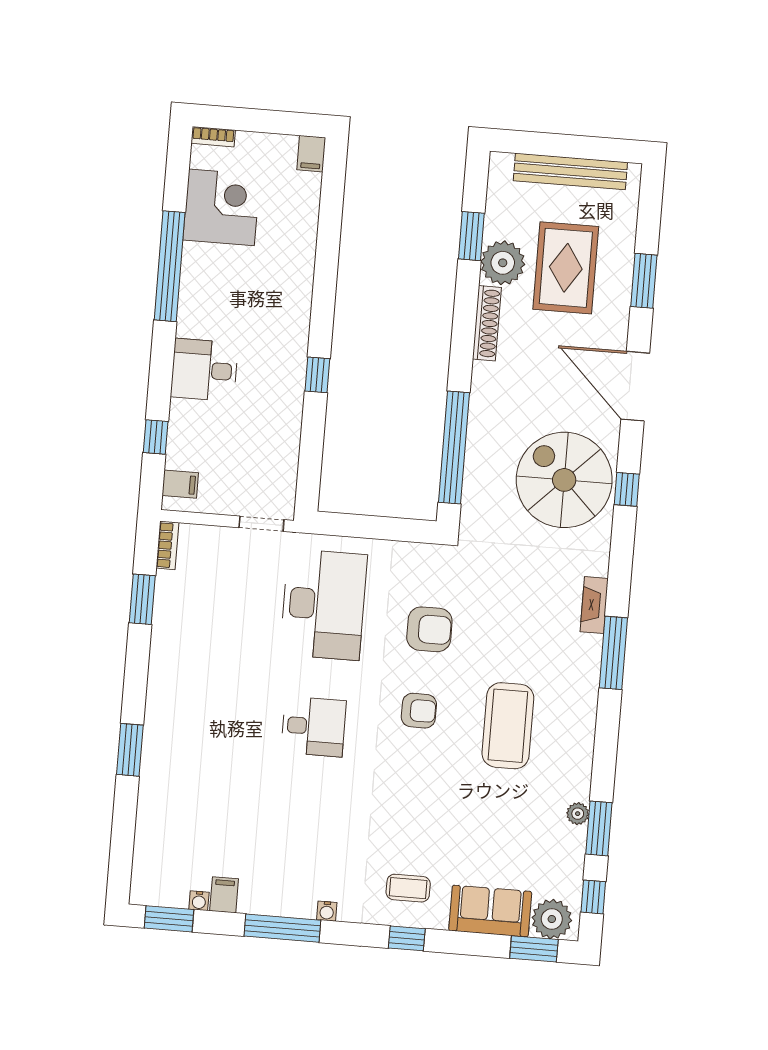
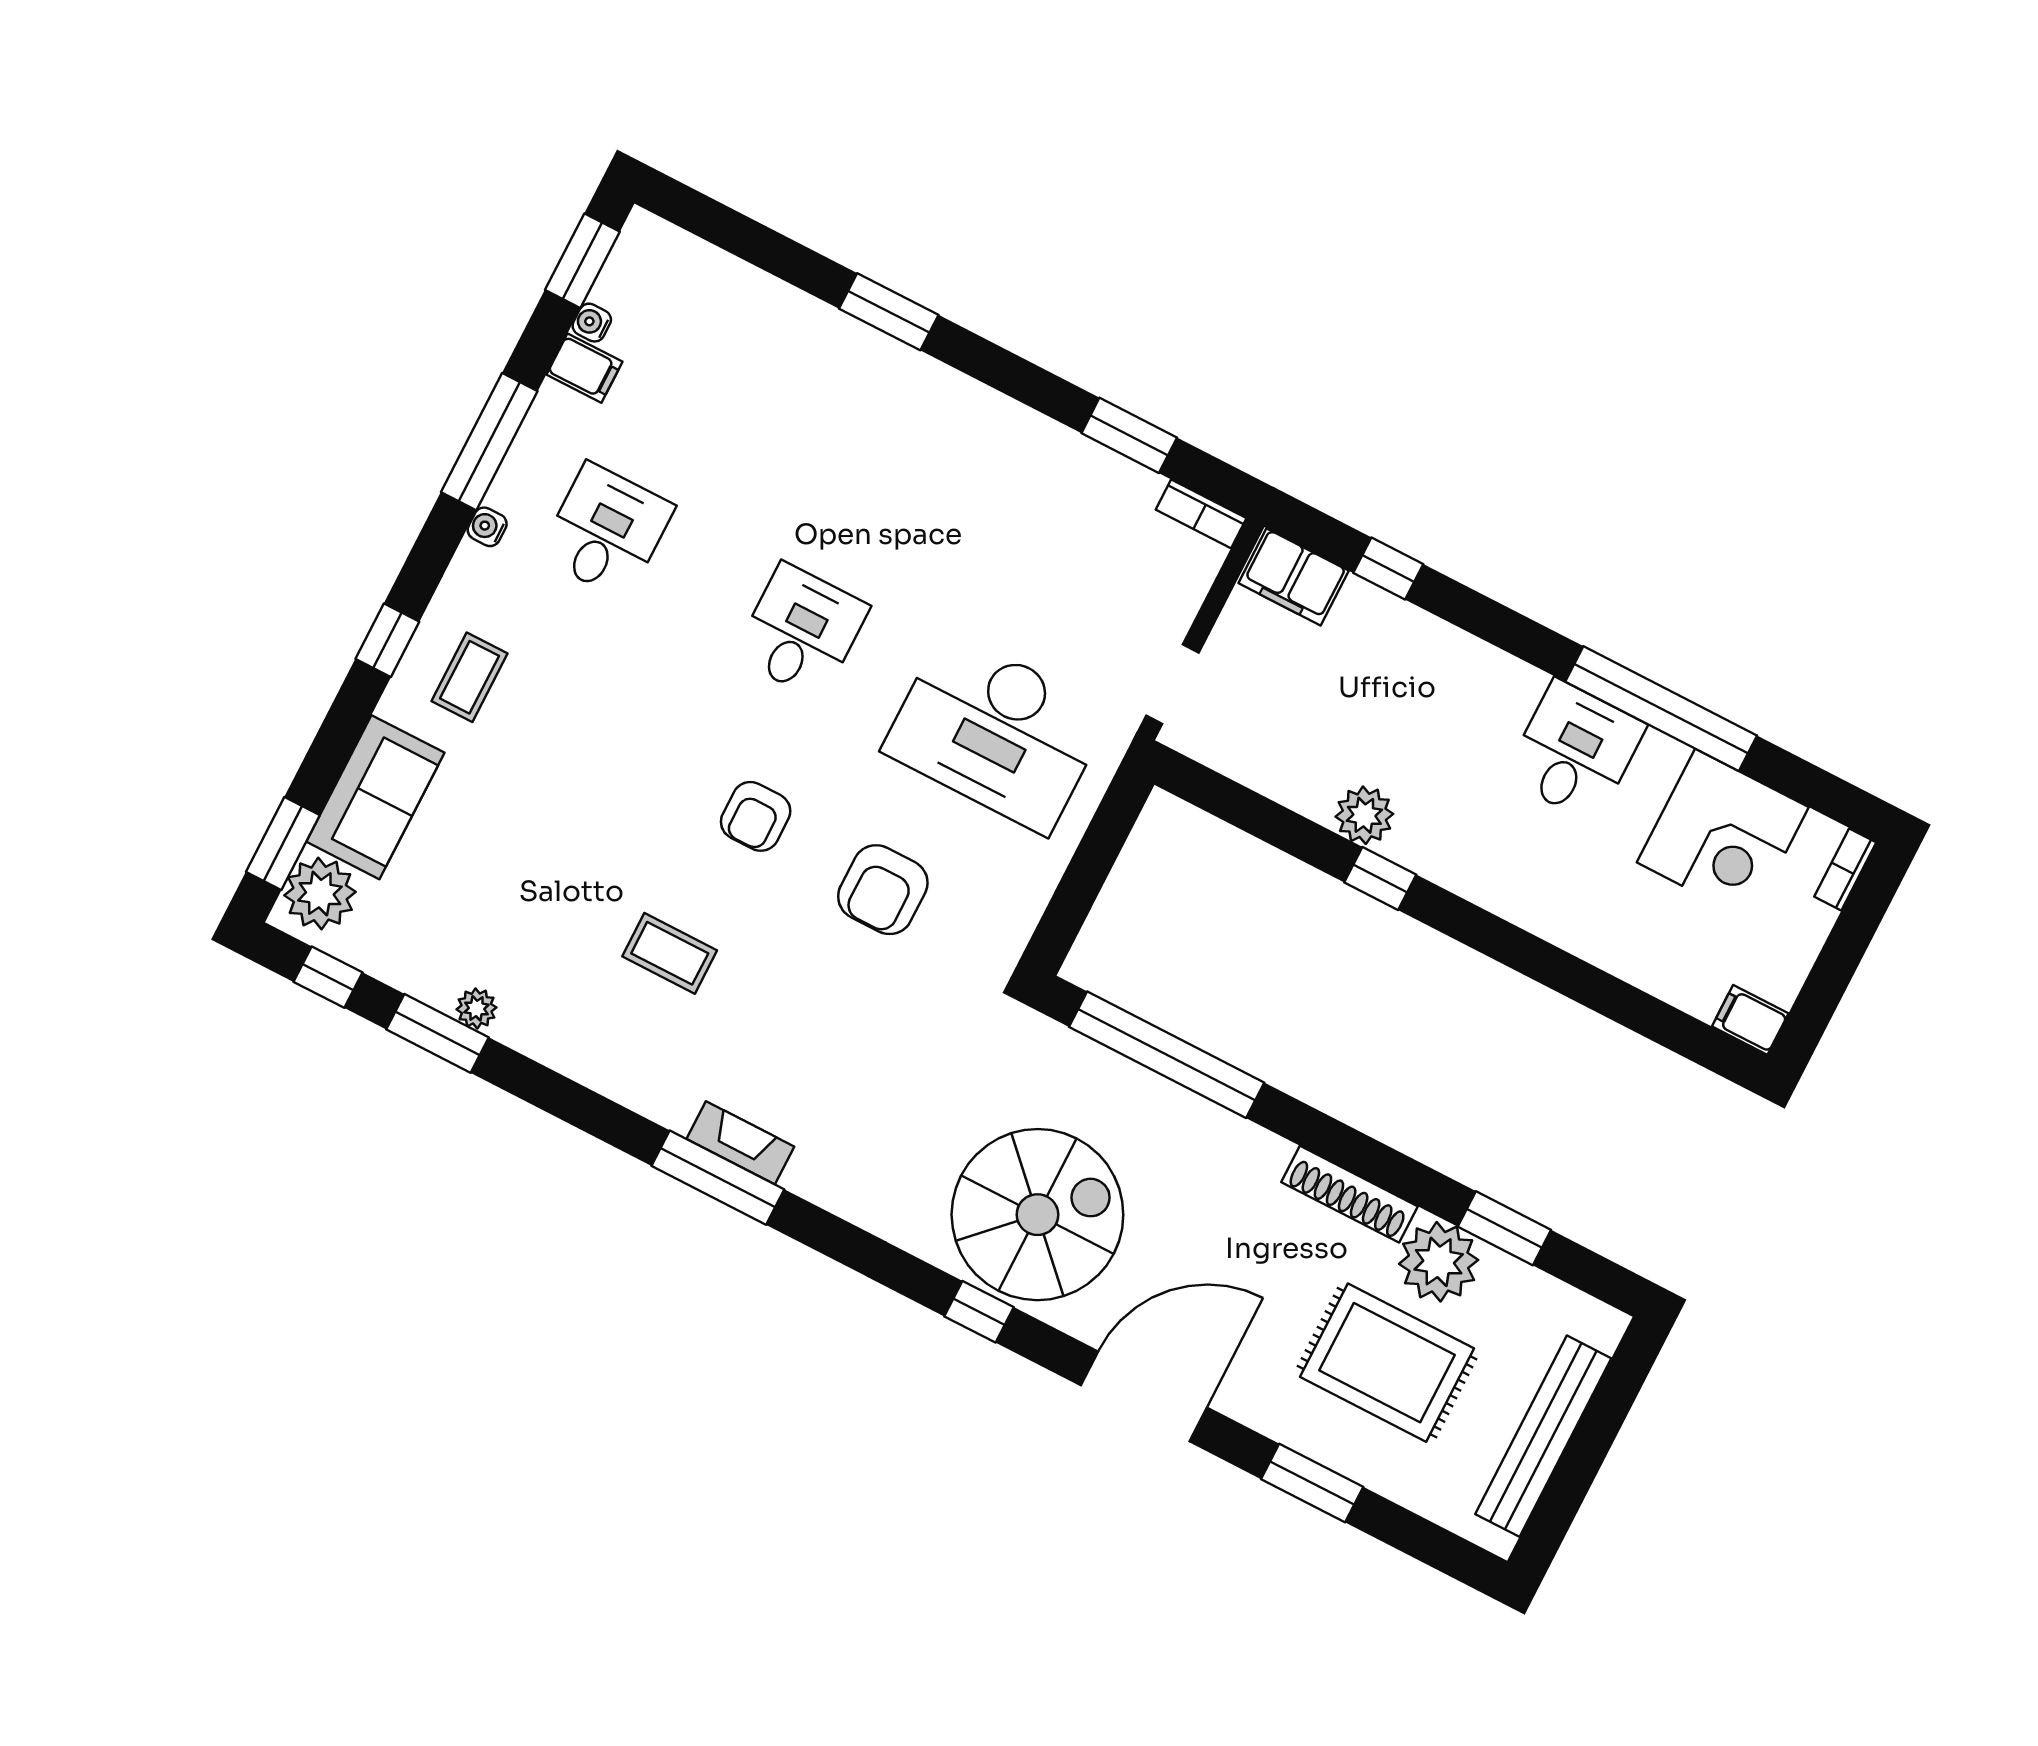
desk: (204, 370) -> (1575, 751), moved
plant: (288, 397) -> (1364, 815), added
filing cabinet: (180, 484) -> (1294, 577), width x2.00
fireplace: (594, 605) -> (740, 1143), moved
coffee table: (508, 726) -> (670, 953), width x0.54, depth x0.58
desk: (314, 727) -> (801, 631), turned 180
desk: (304, 849) -> (606, 531), added

